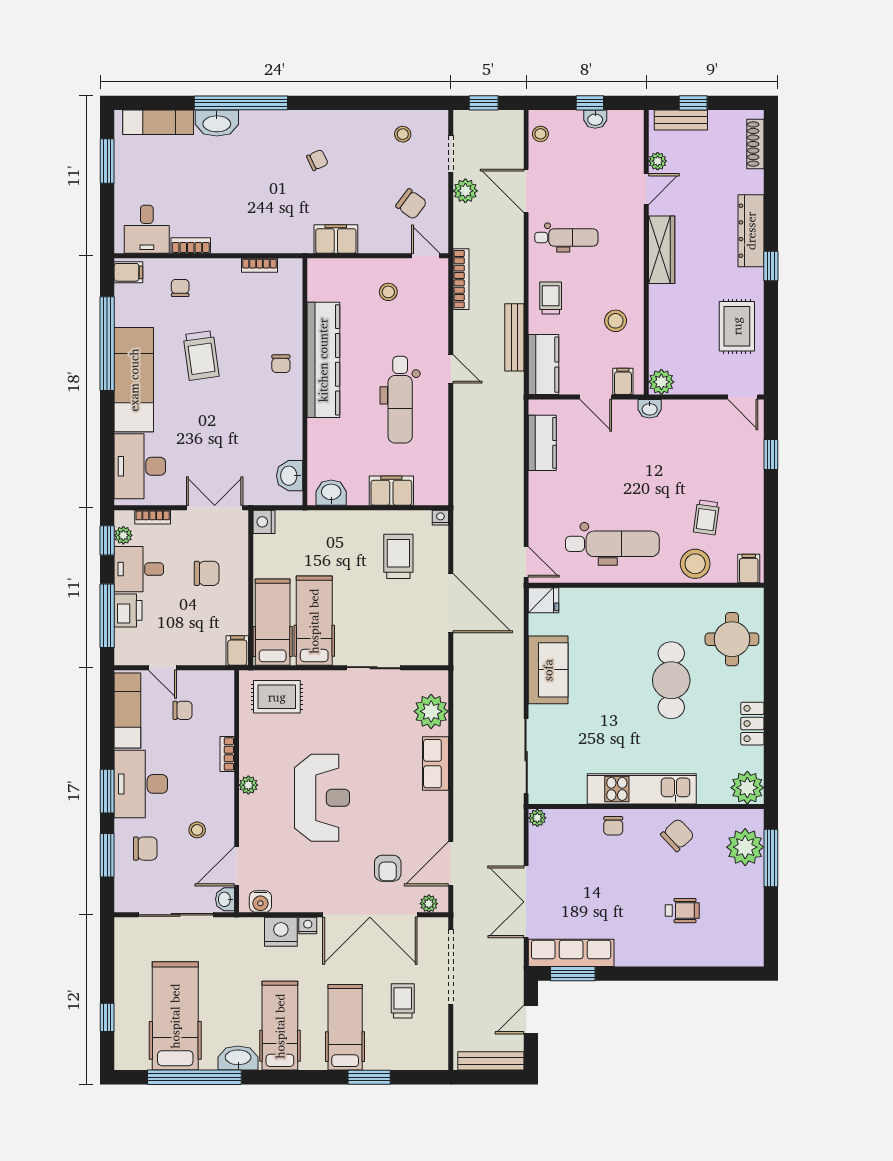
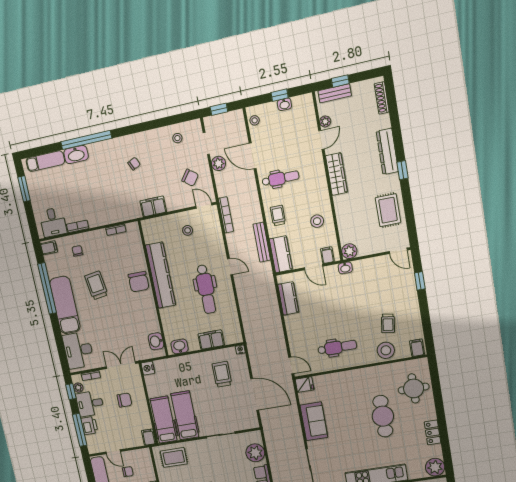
trolley: (201, 355) -> (96, 285), turned 180
chair: (281, 364) -> (139, 282), width x1.87, depth x1.87
dental chair: (612, 544) -> (337, 347), width x0.73, depth x0.72

